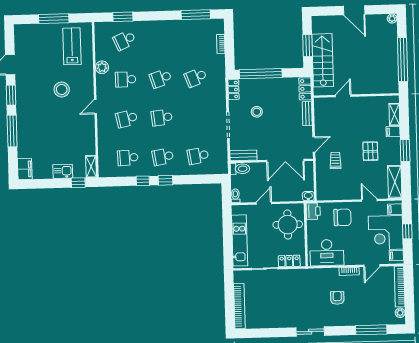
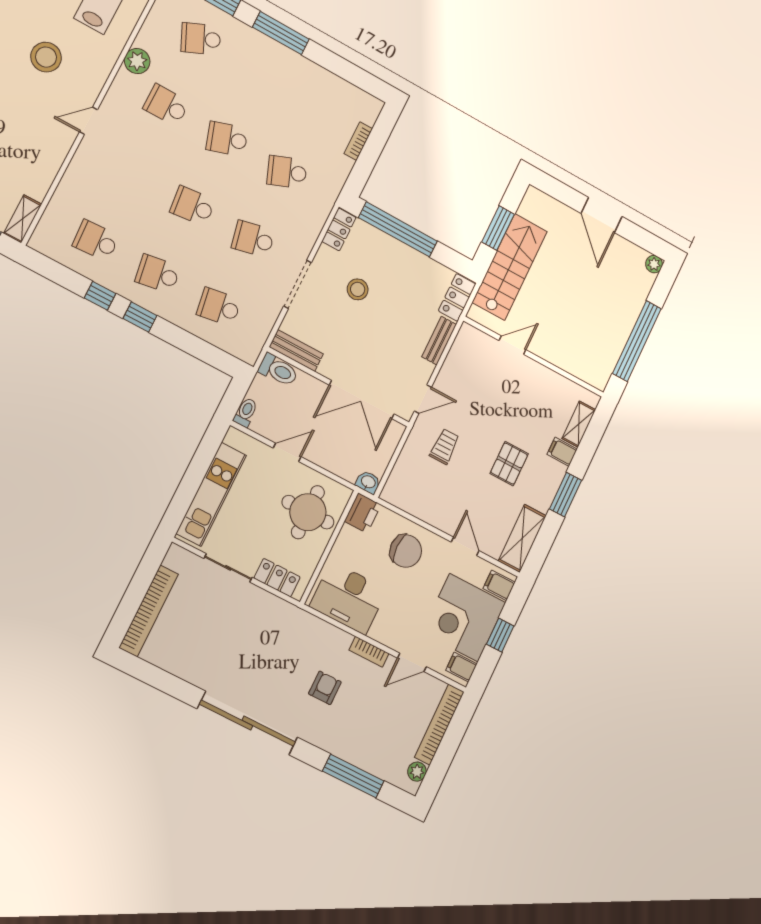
window: (196, 15) -> (281, 33), moved
school desk: (127, 119) -> (253, 239), moved
sliding door: (310, 332) -> (247, 723), width x1.86

